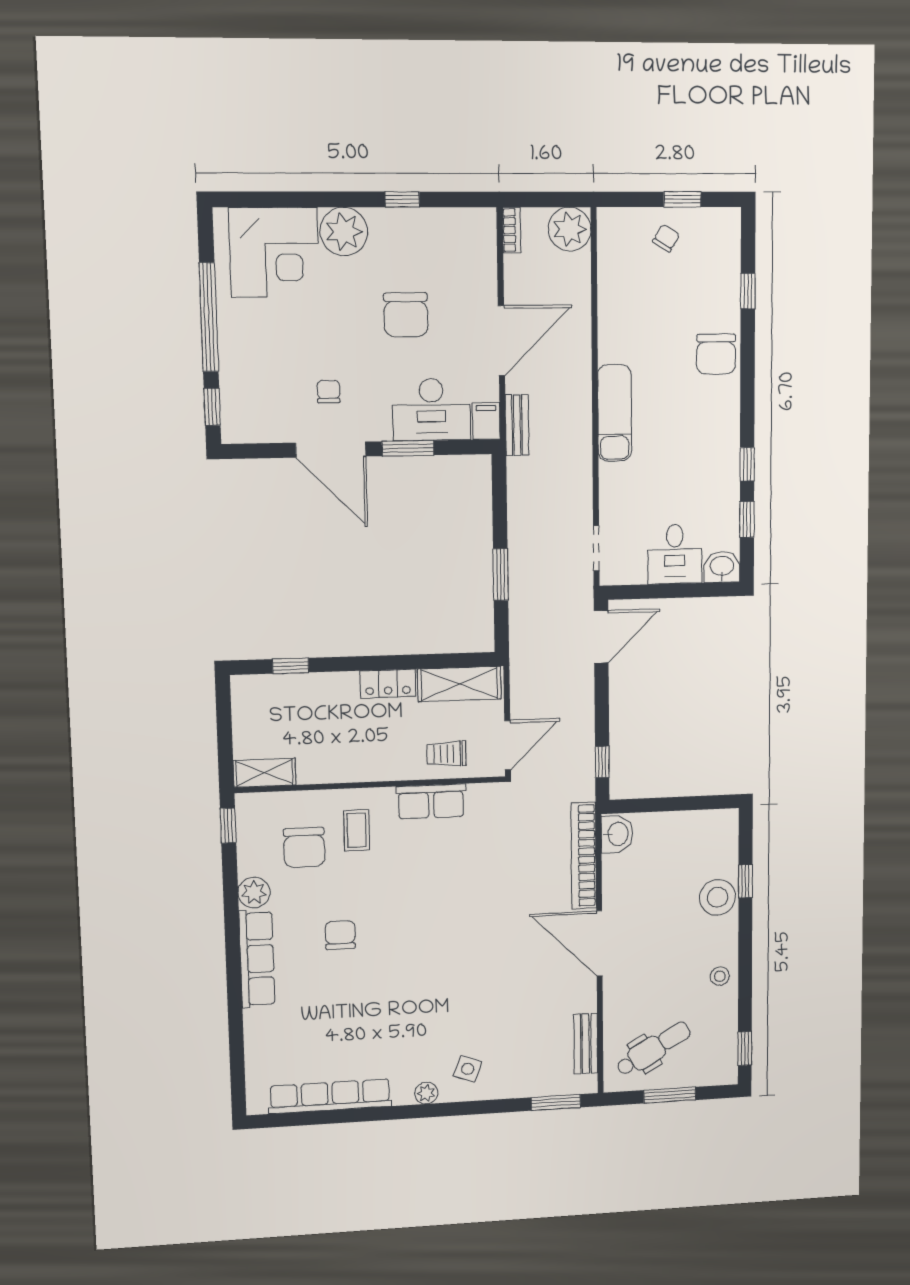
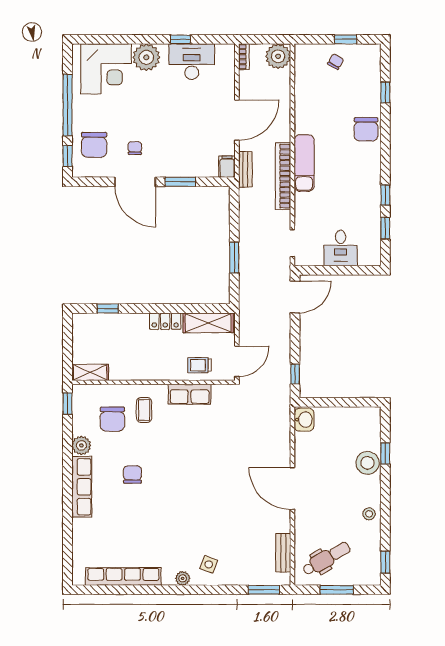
chair: (406, 315) -> (94, 145), moved
desk: (431, 410) -> (192, 62), moved, turned 180
washbasin: (722, 567) -> (370, 256), removed
bookcase: (584, 856) -> (283, 176), moved

